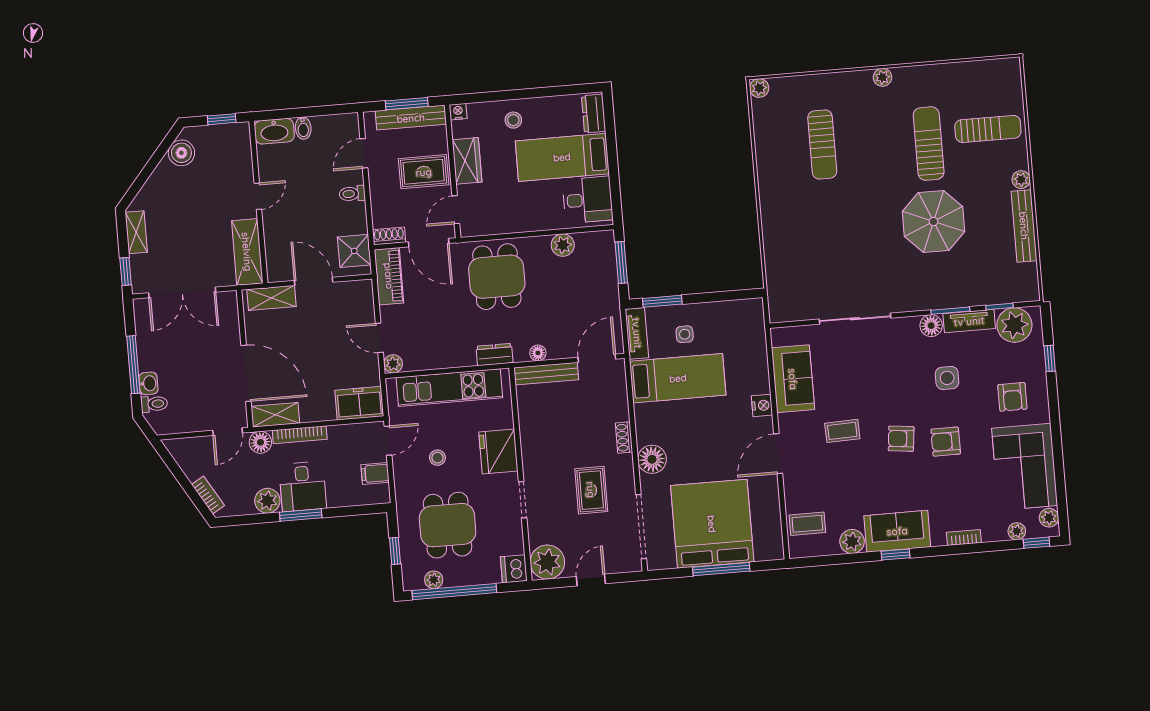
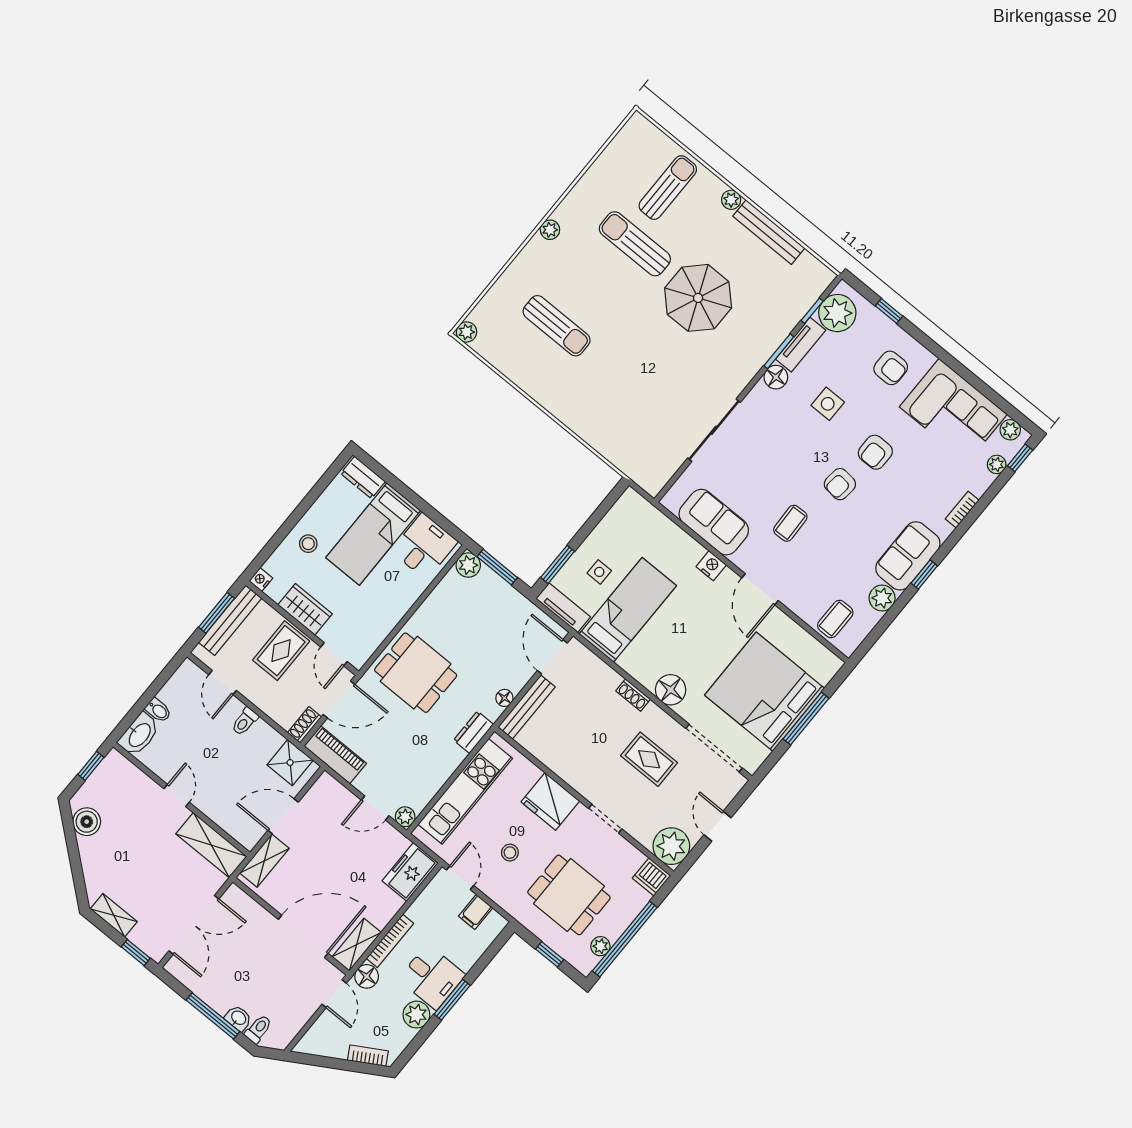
plant: (563, 245) -> (468, 565), moved

